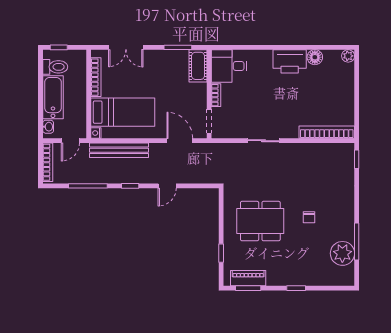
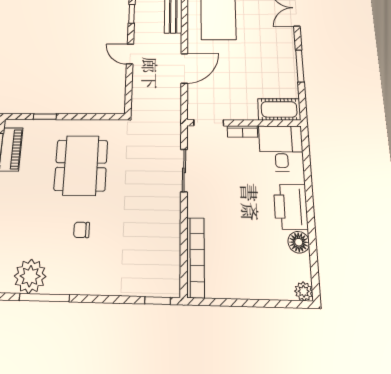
cot: (198, 66) -> (279, 109), moved
desk: (229, 66) -> (281, 148), moved
wall: (209, 94) -> (244, 123), moved
bookcase: (216, 95) -> (242, 131), moved
doorway: (209, 121) -> (209, 123), moved

